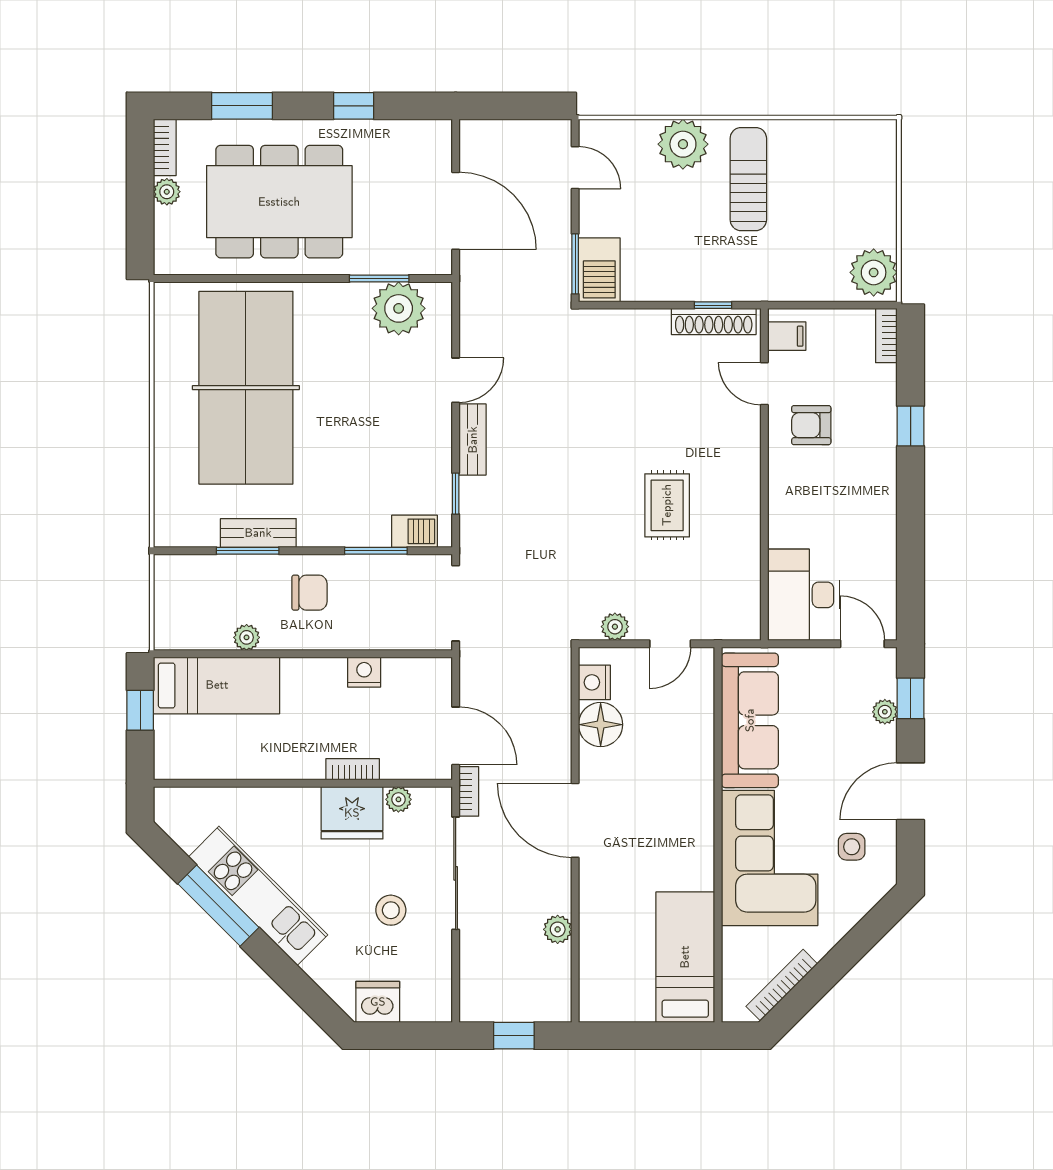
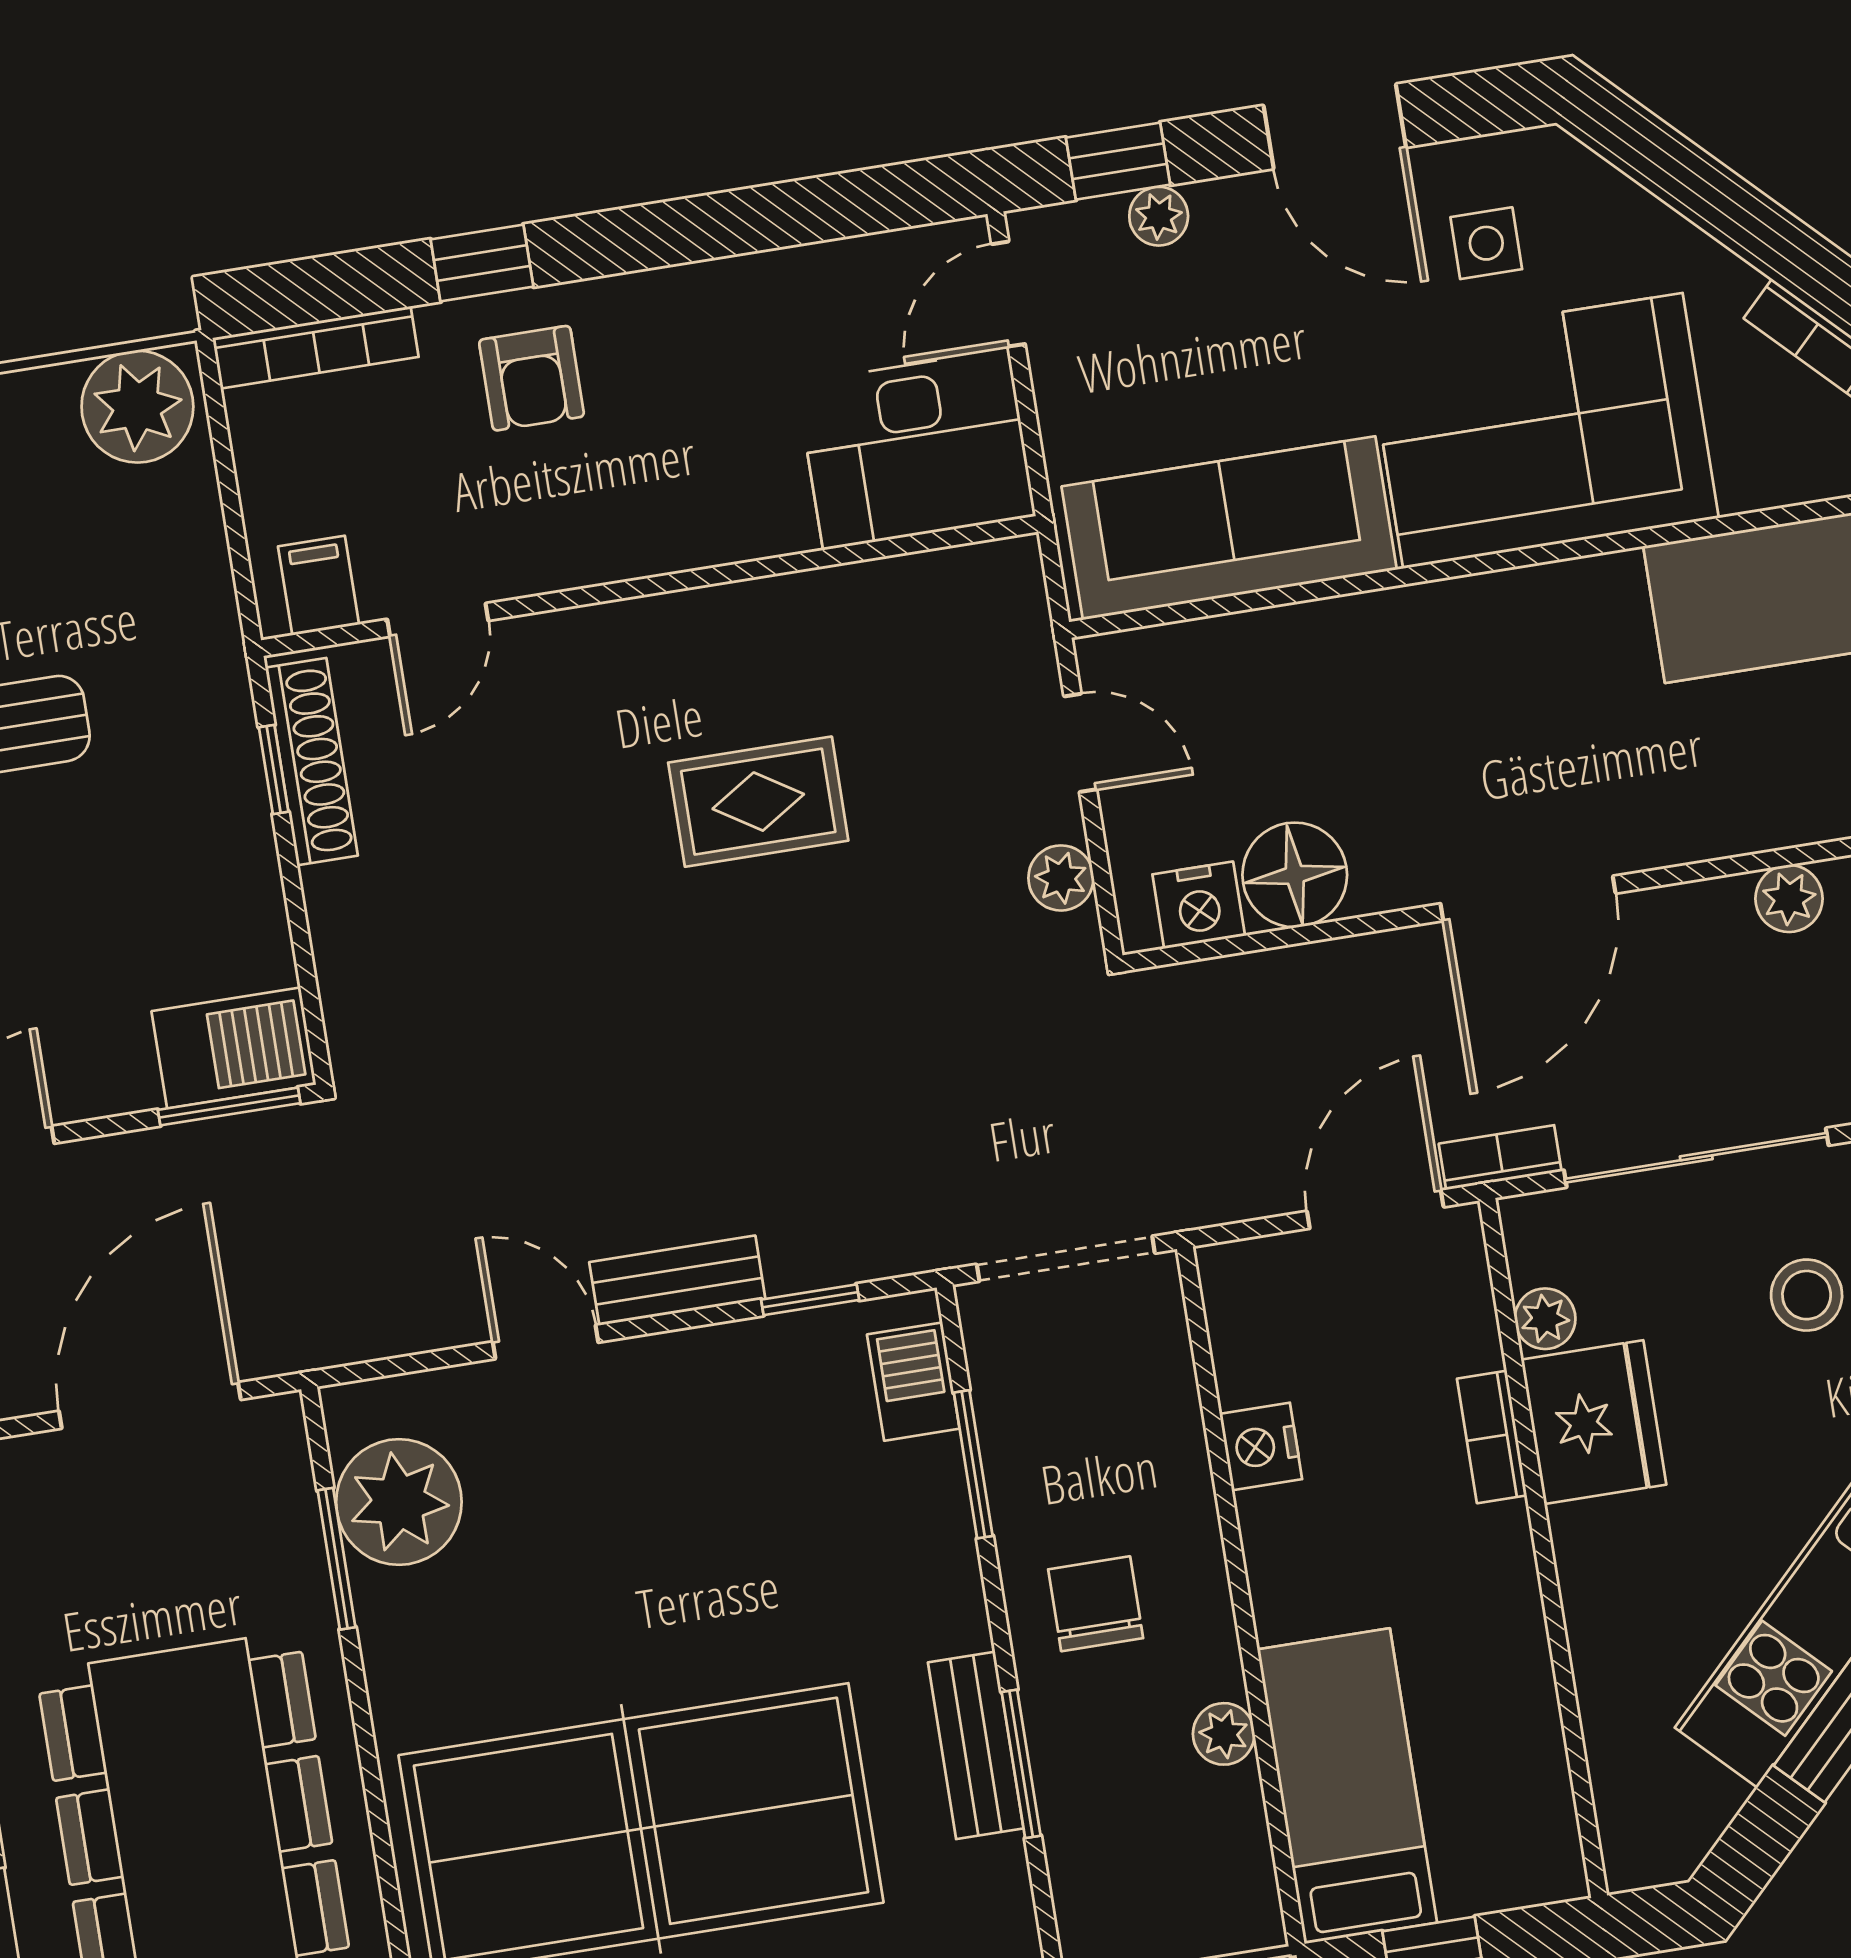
bookcase: (886, 336) -> (316, 347), width x1.56
armchair: (811, 425) -> (532, 378), moved

